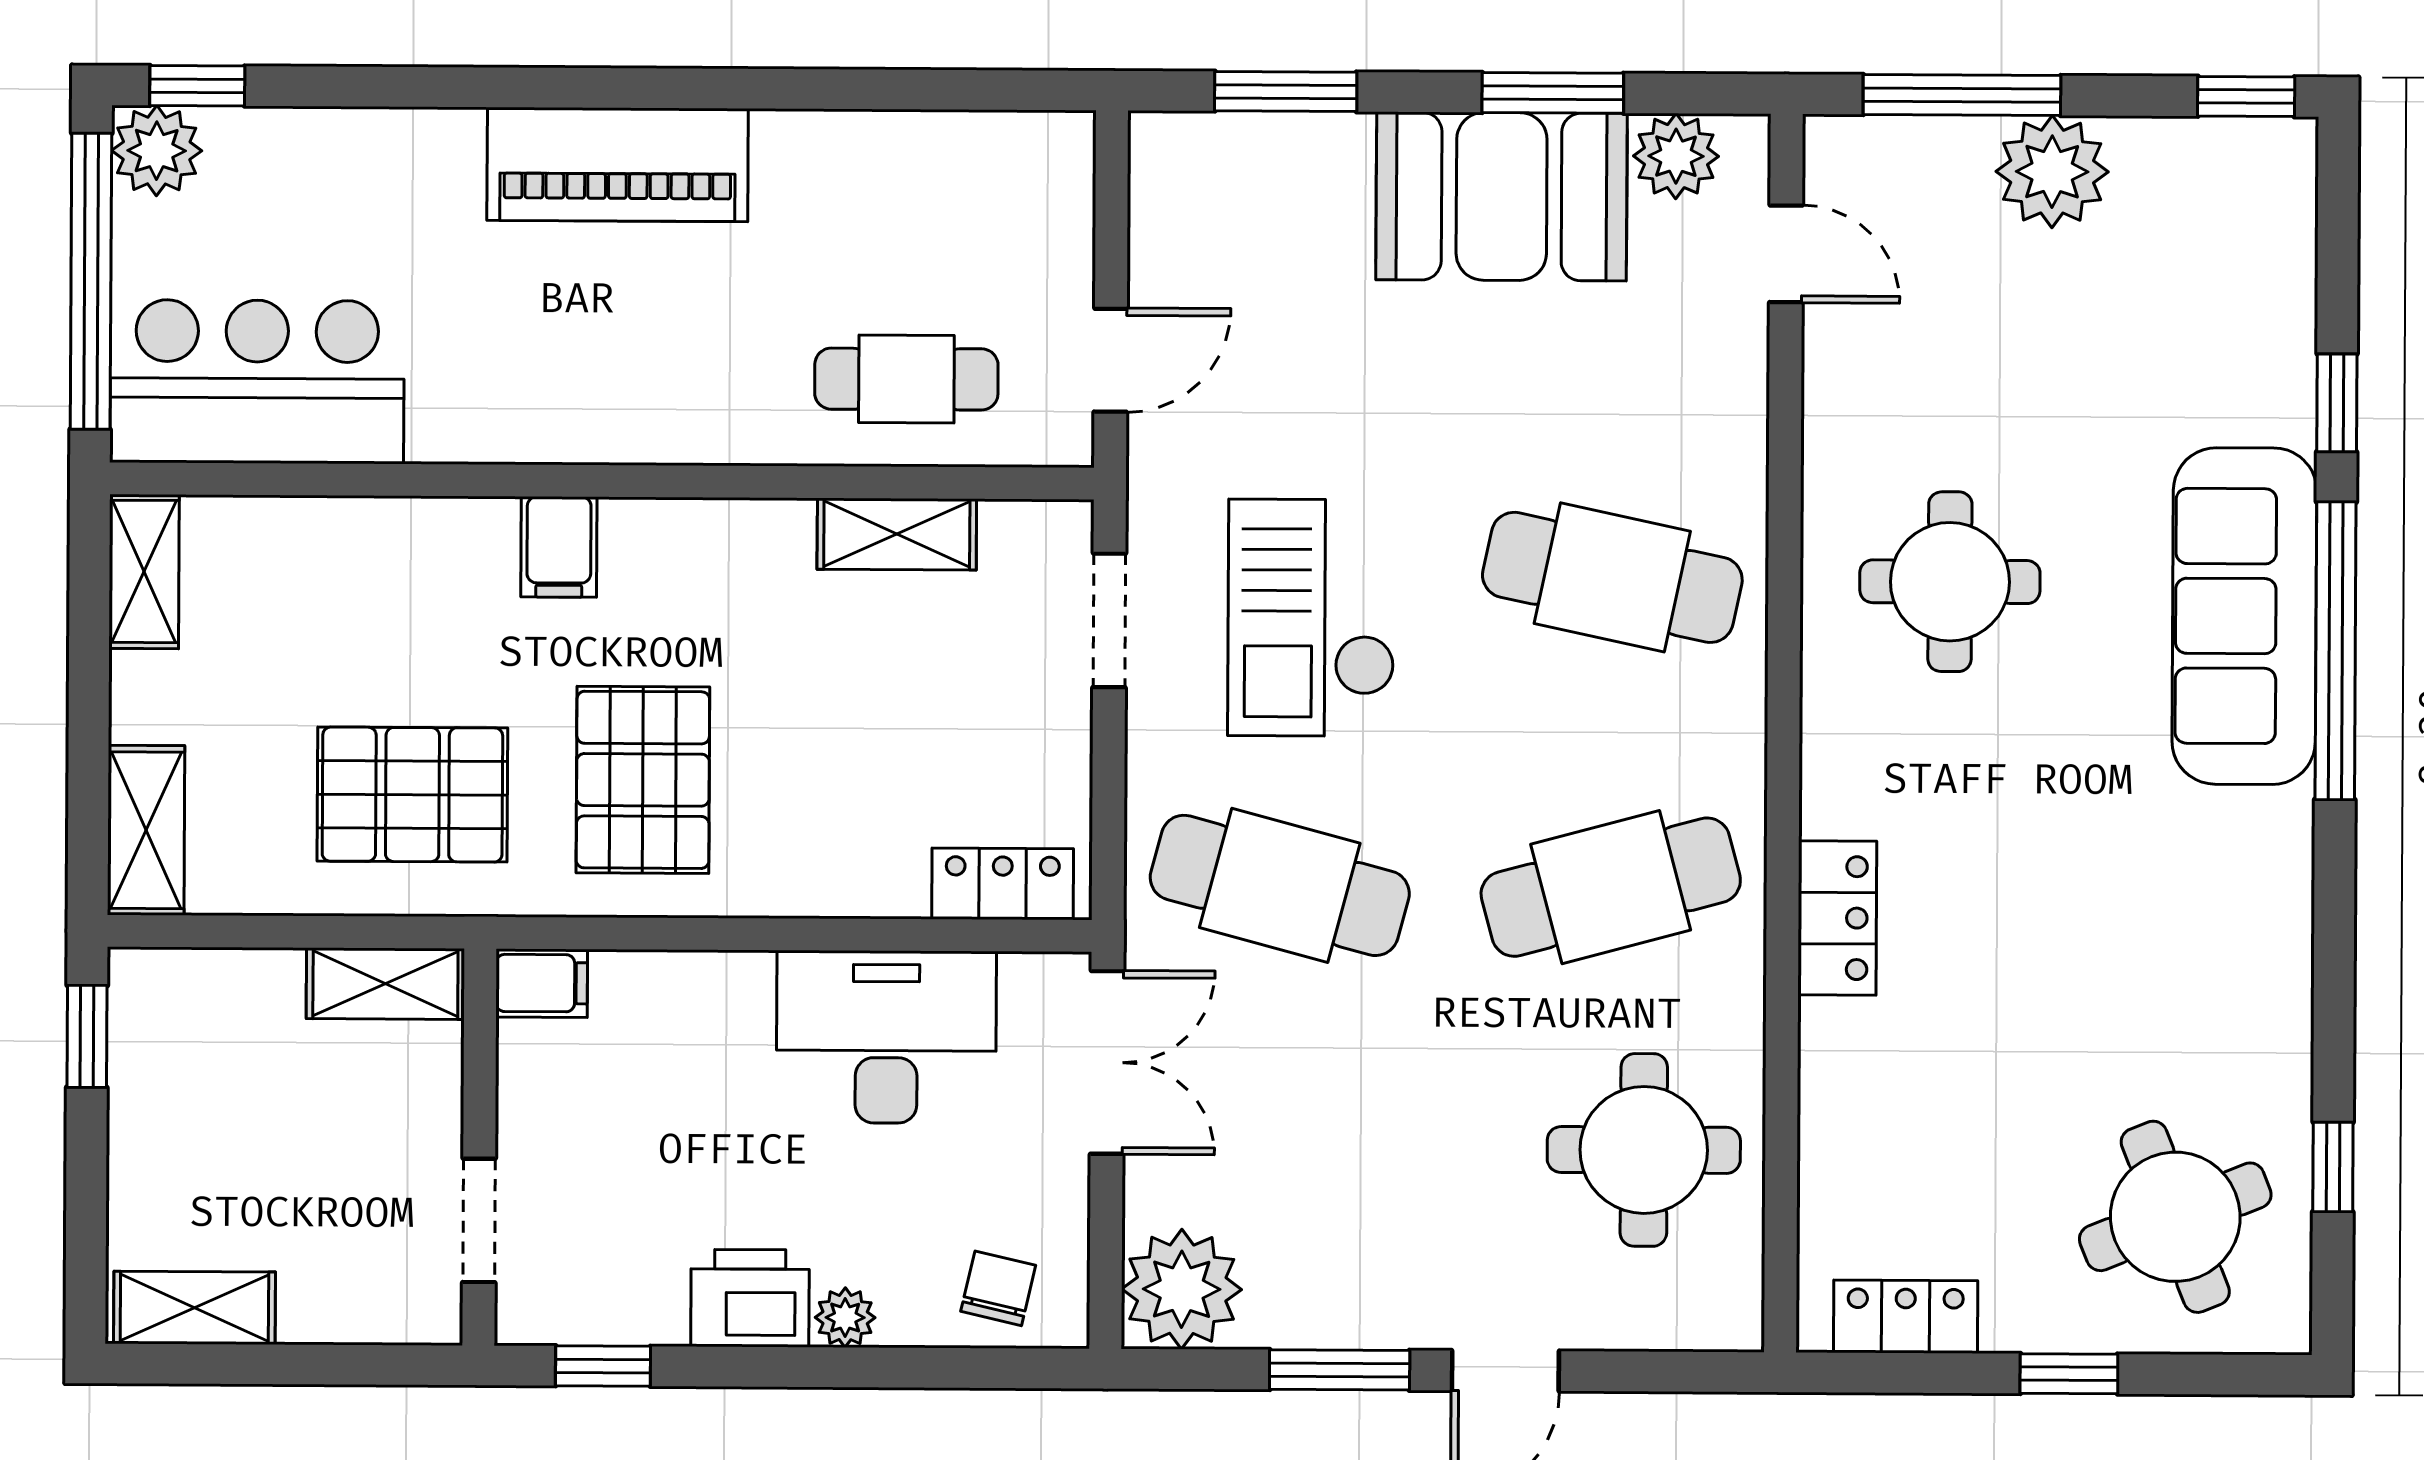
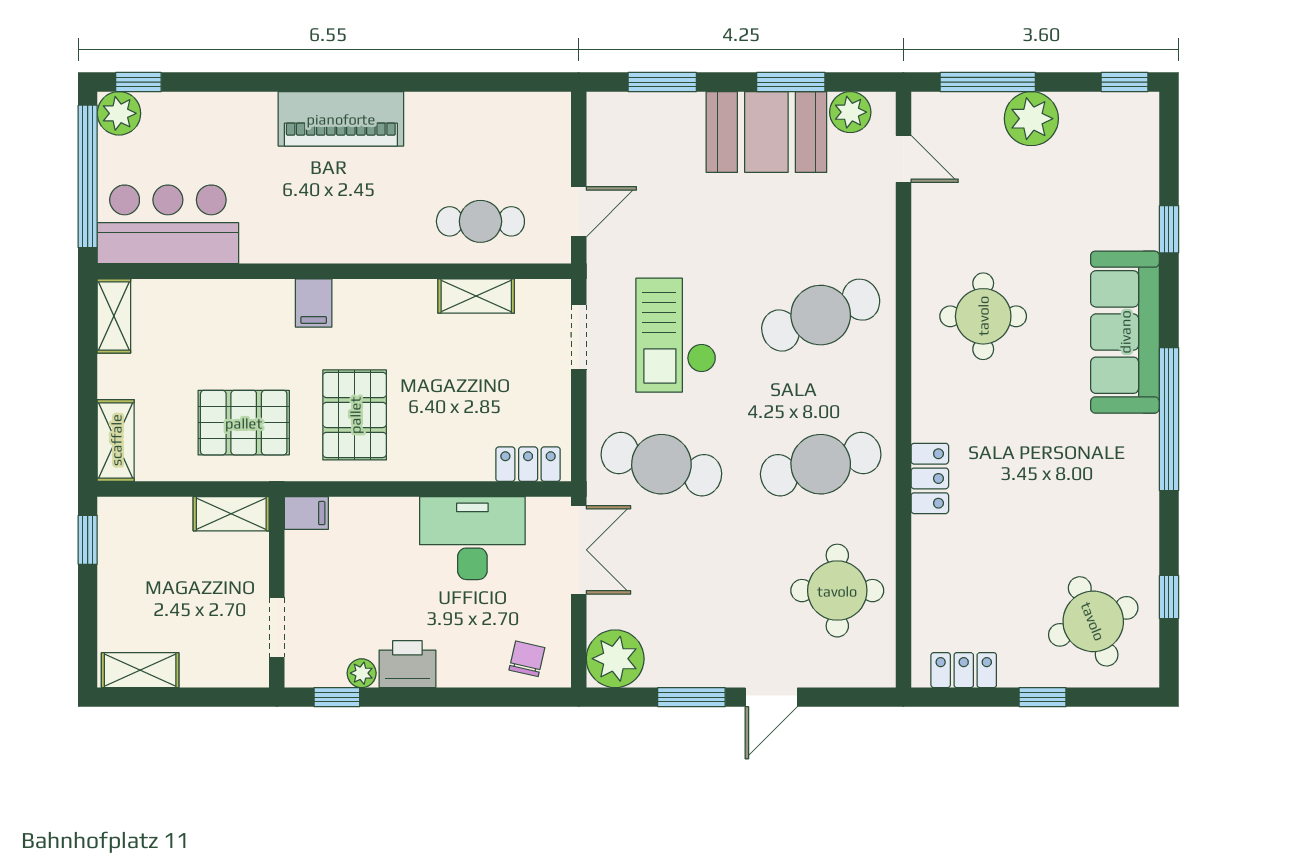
cafe table: (1612, 577) -> (821, 315), turned -33
window: (2336, 651) -> (1169, 419), moved
plant: (845, 1318) -> (362, 673), moved

